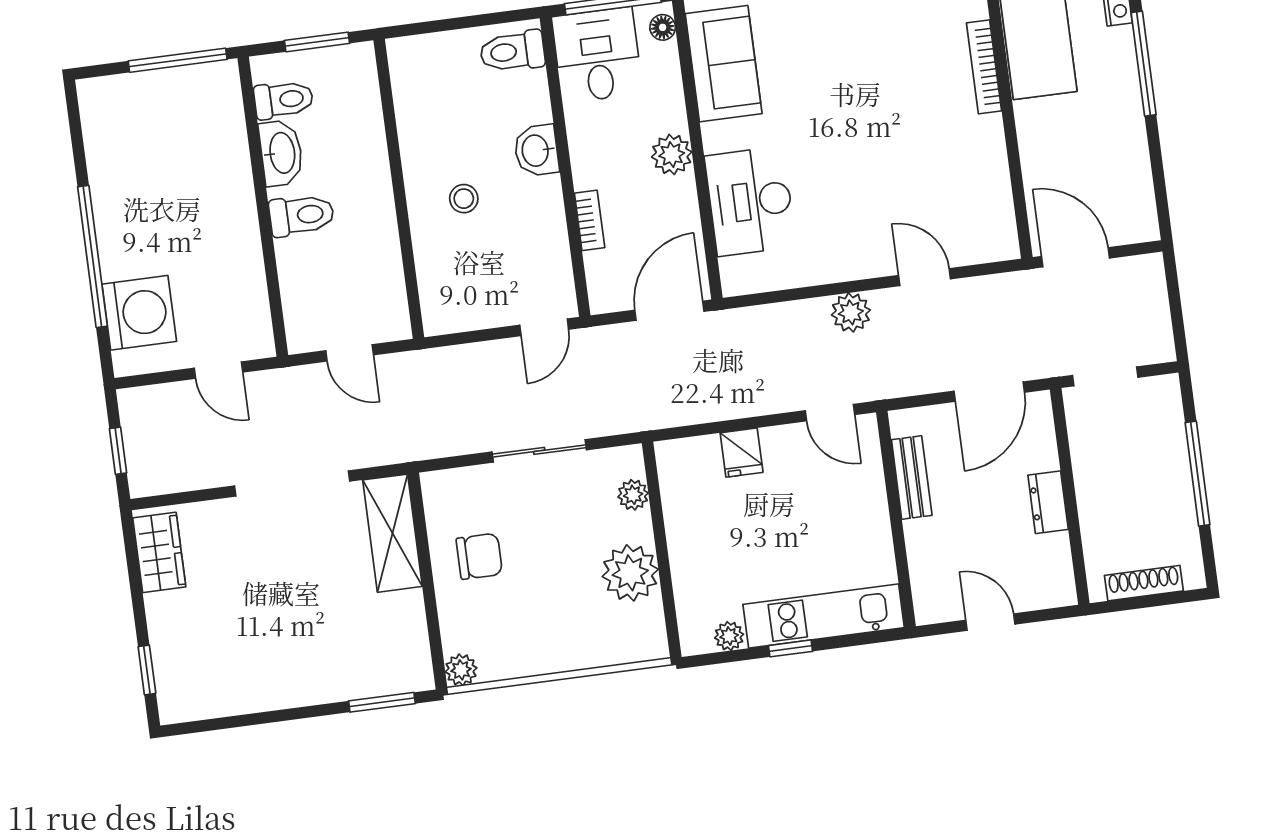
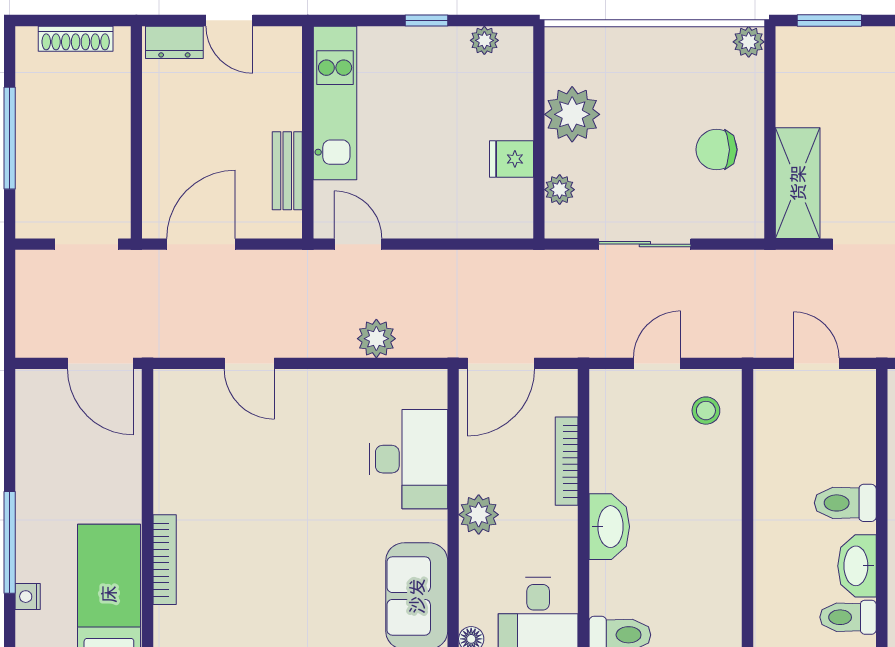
washbasin: (536, 150) -> (609, 527), width x1.38
stool: (464, 199) -> (706, 411), moved
bookcase: (590, 220) -> (567, 461), width x1.56
plant: (851, 312) -> (376, 339), moved
door: (544, 327) -> (657, 363), moved
fridge: (742, 453) -> (511, 159), moved, turned -90
dresser: (1048, 502) -> (174, 42), moved, turned 90
kitchen unit: (824, 616) -> (335, 103), moved, turned -90

